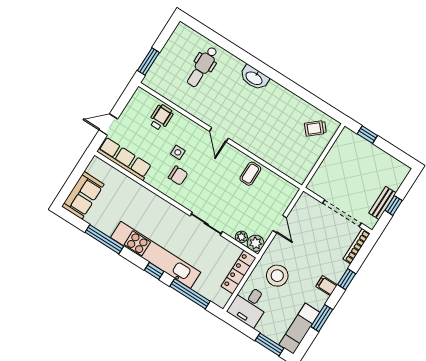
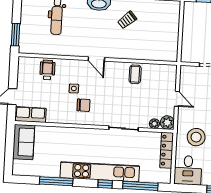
trolley: (315, 128) -> (127, 20), moved
row of seats: (124, 159) -> (30, 115), width x0.68
sofa: (83, 195) -> (24, 142), moved

